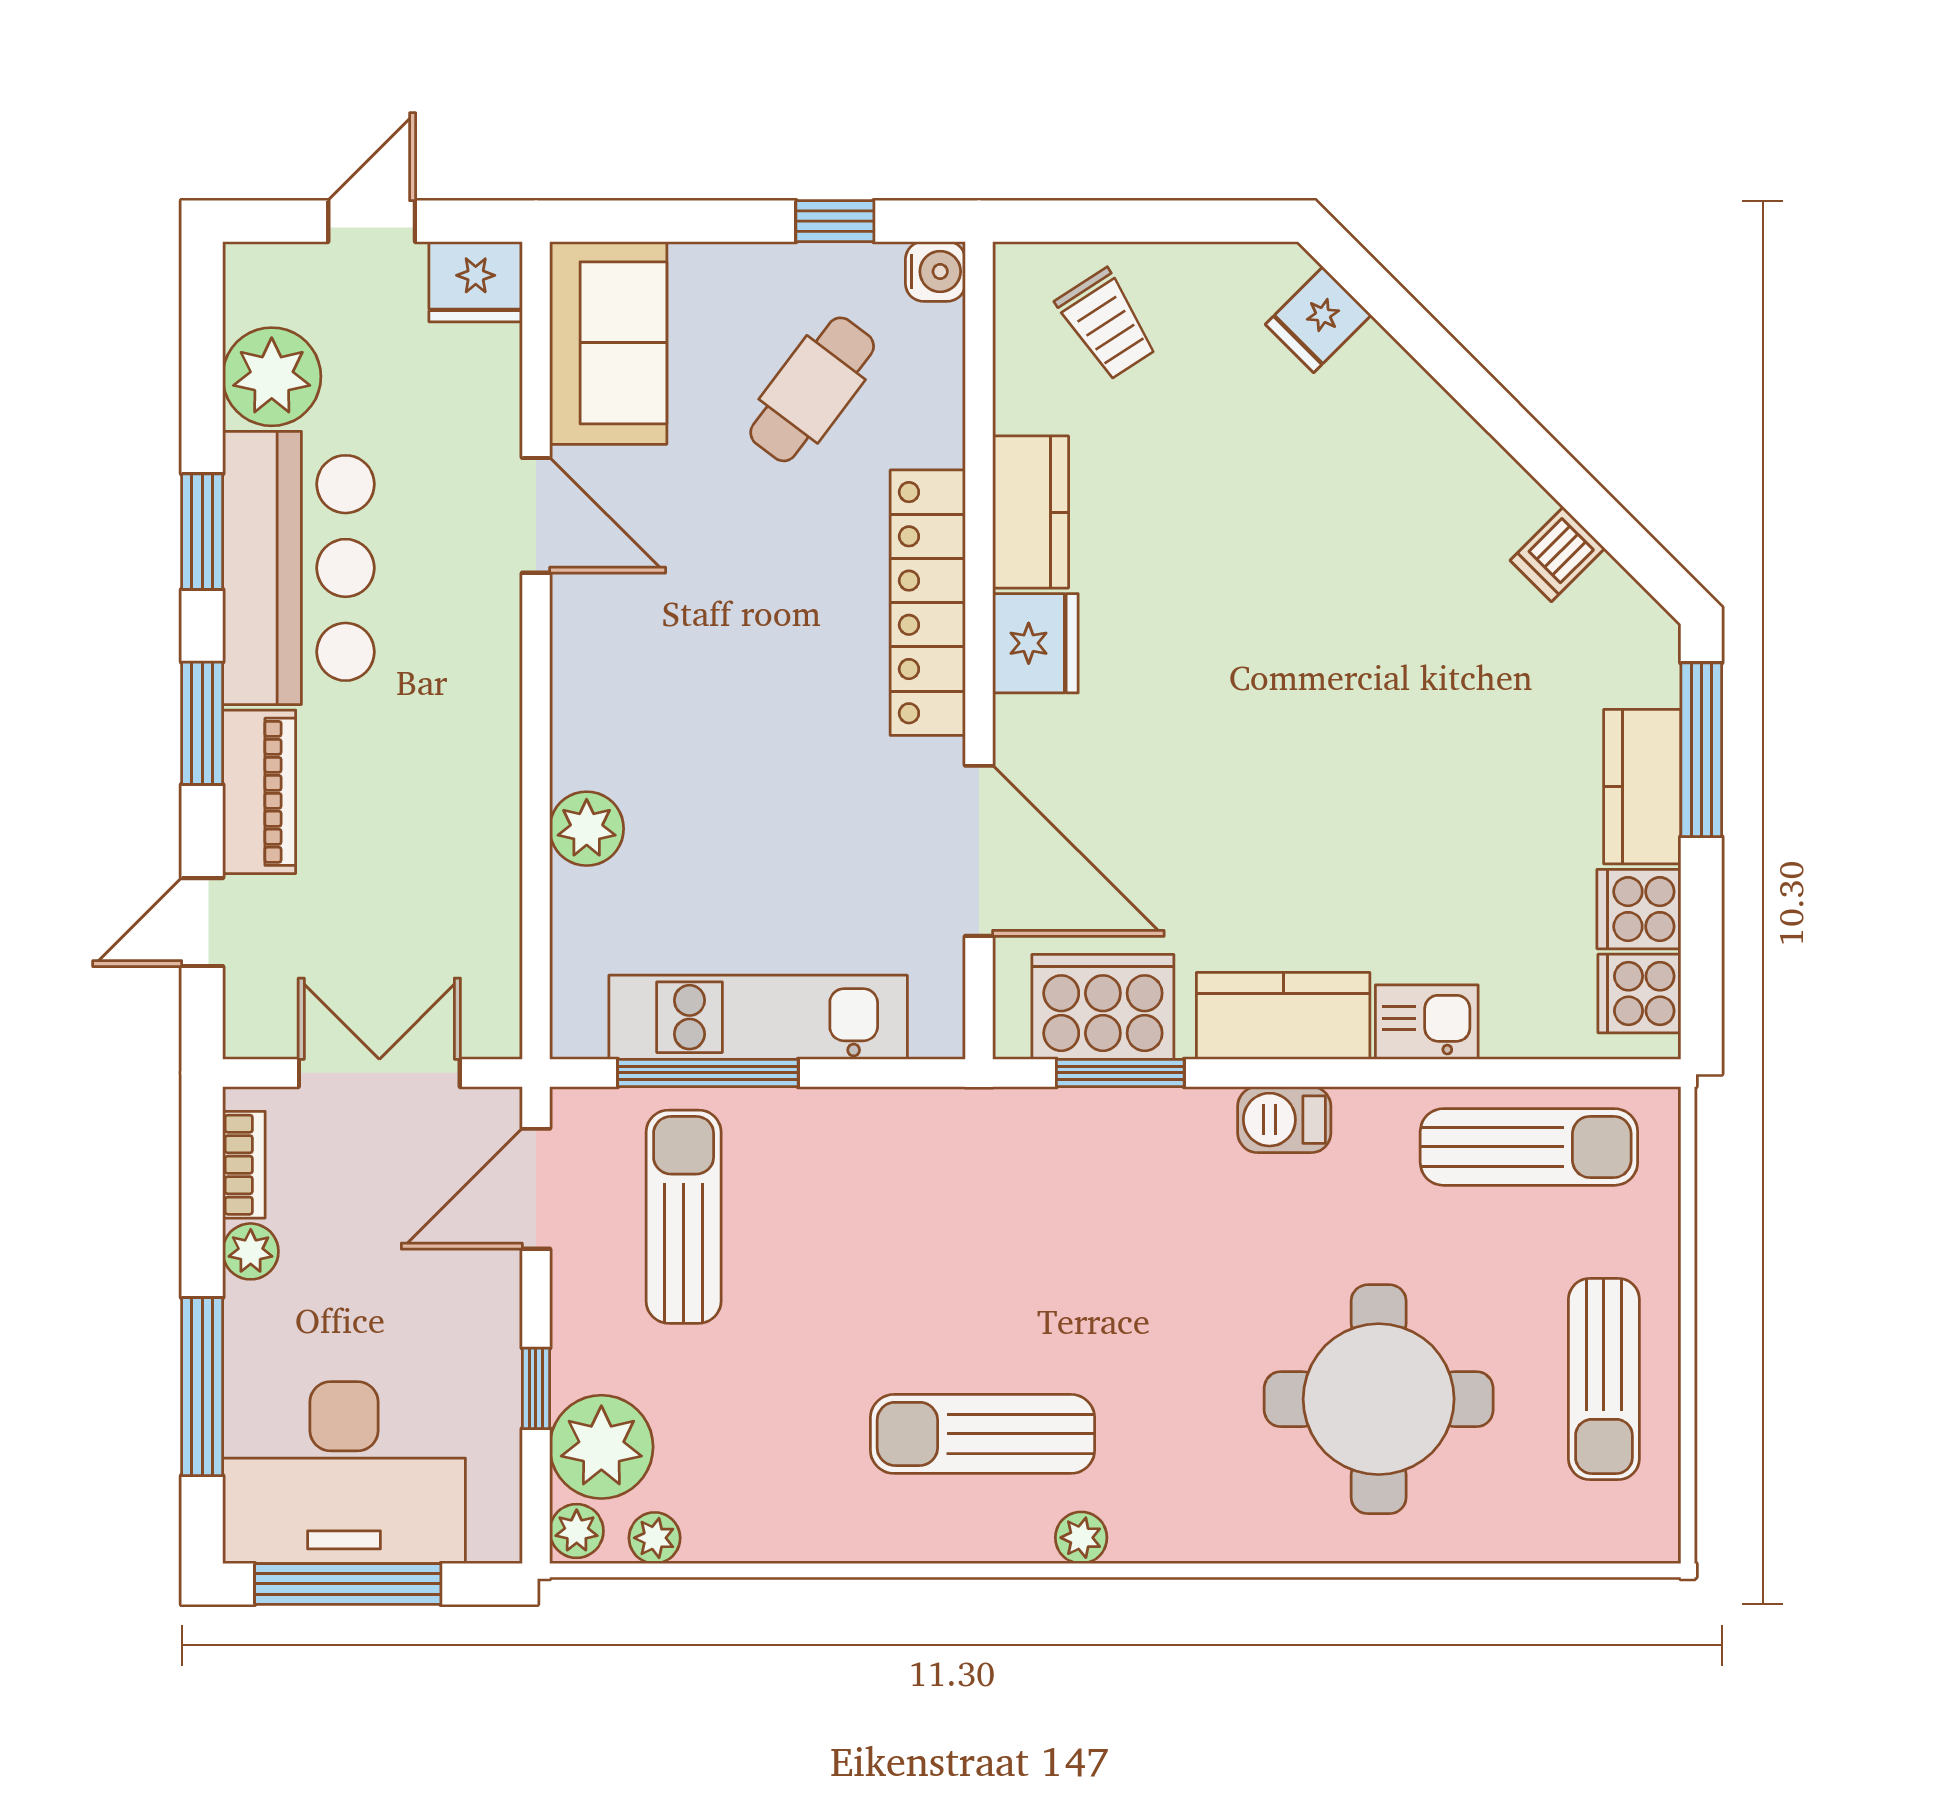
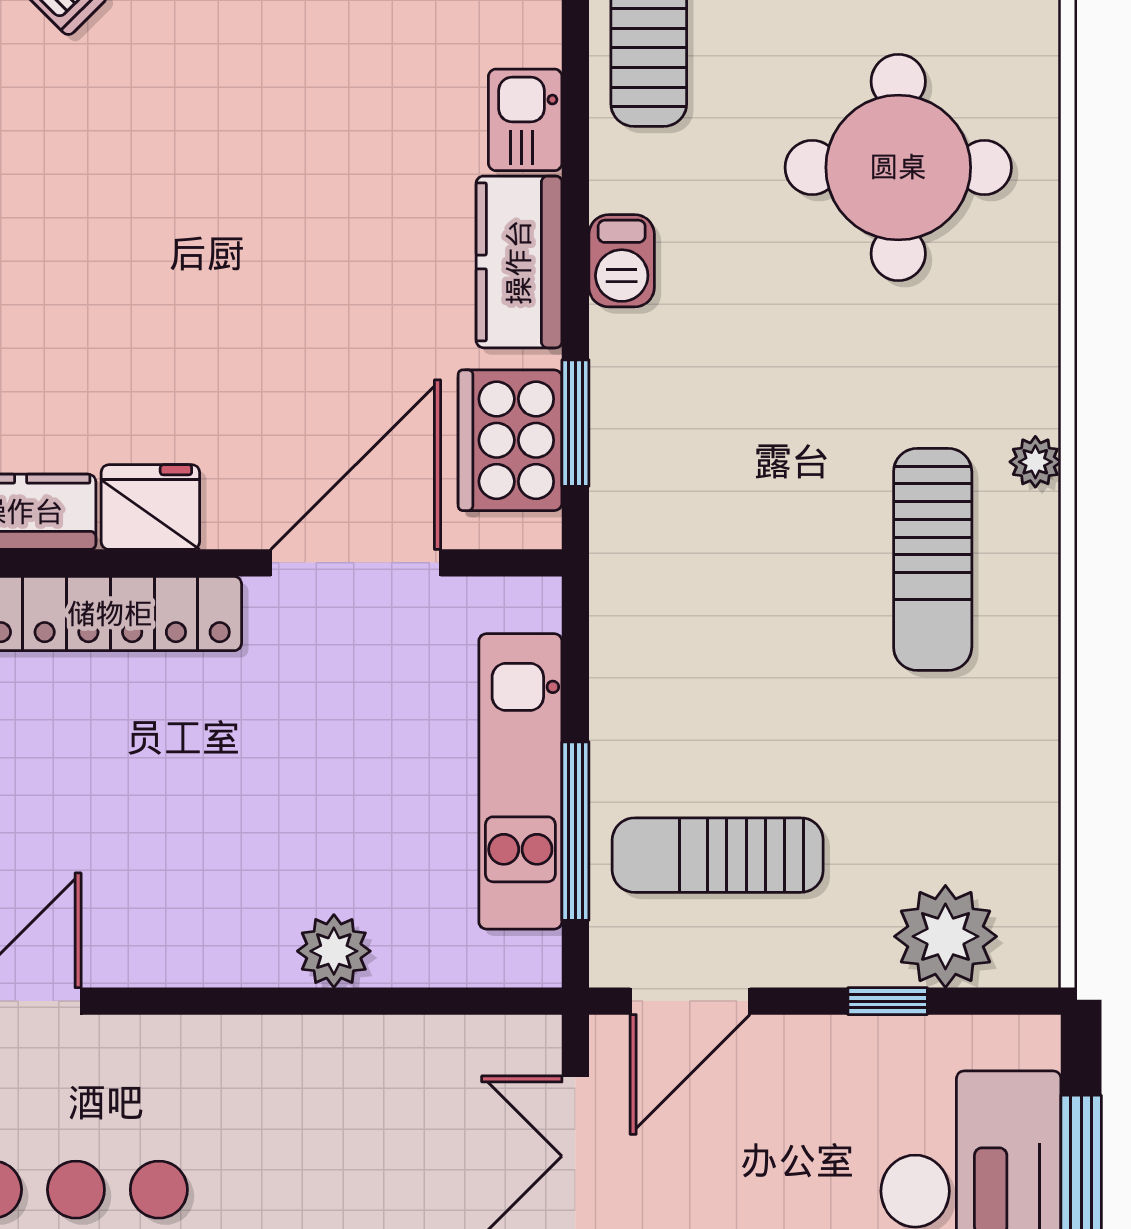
door: (536, 1189) -> (690, 1001), hinge flipped
plant: (577, 1531) -> (1029, 961), removed
plant: (655, 1538) -> (1036, 884), removed

